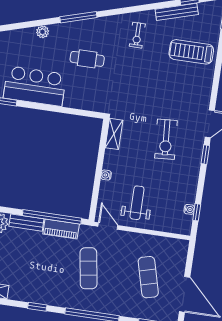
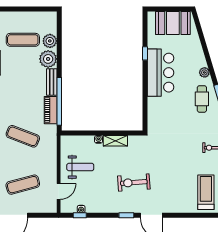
cafe table: (87, 59) -> (202, 99), moved
shelving: (114, 134) -> (115, 141), moved
door: (108, 226) -> (59, 191), moved
exercise mat: (88, 268) -> (23, 136), turned 30

